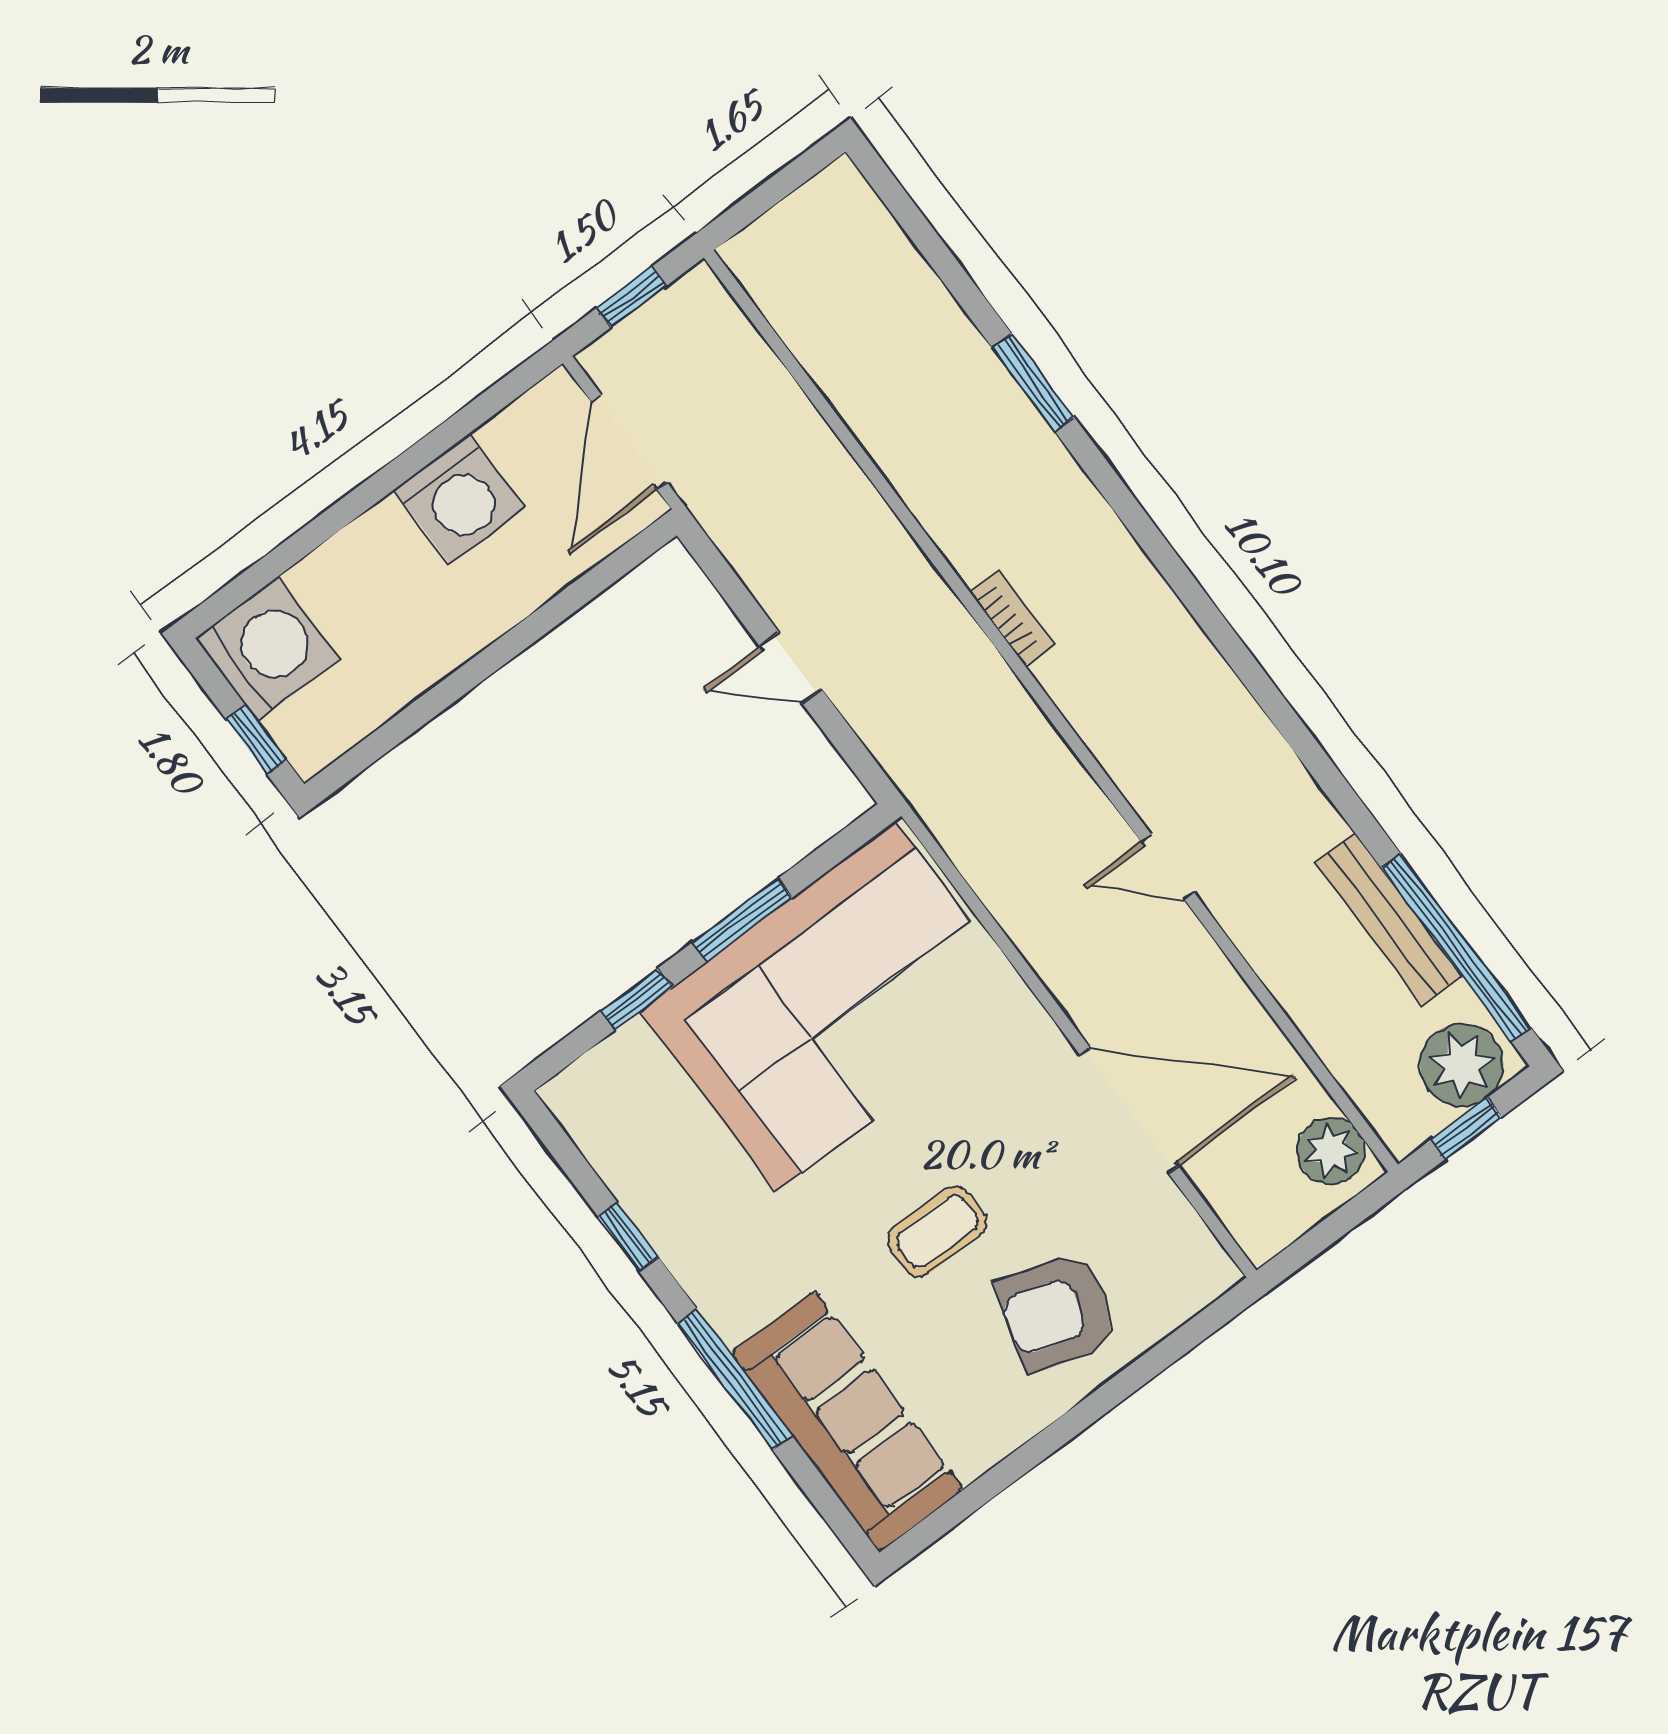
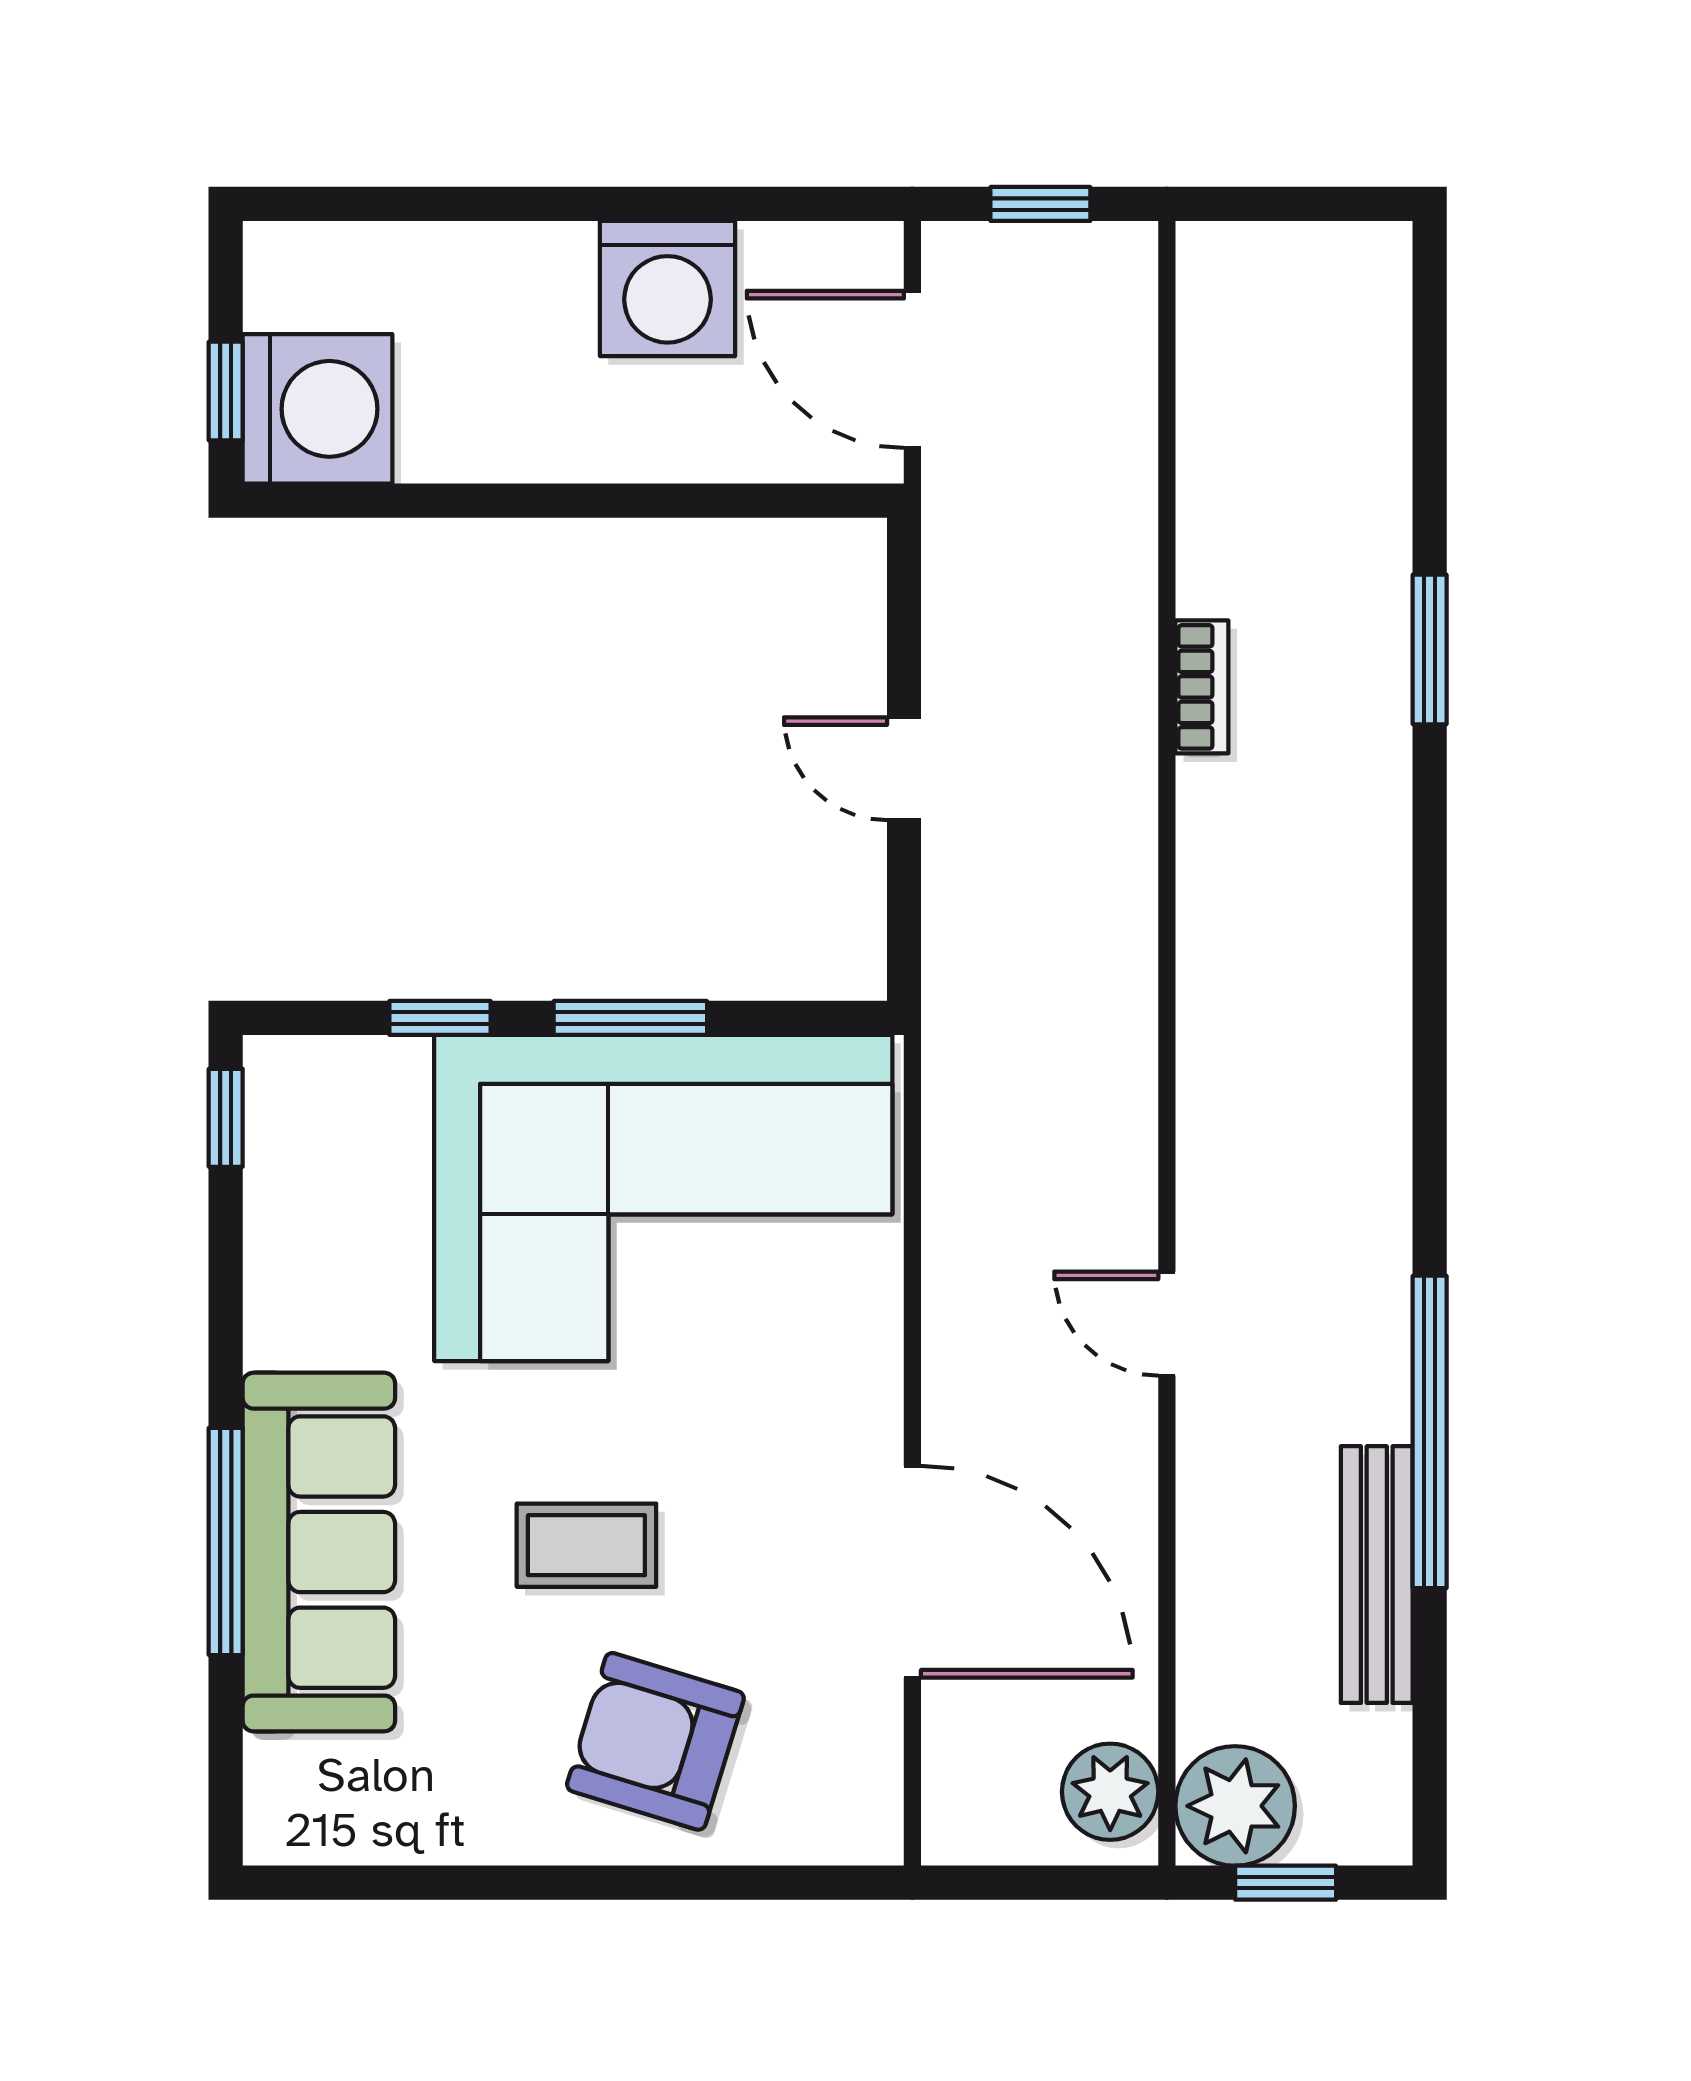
door: (629, 442) -> (912, 369), hinge flipped
bookcase: (1012, 618) -> (1202, 687), moved
washing machine: (268, 649) -> (317, 409), moved
window: (1456, 948) -> (1430, 1432), moved
plant: (1462, 1065) -> (1235, 1806), moved
window: (628, 1237) -> (226, 1118), moved
sofa: (847, 1421) -> (319, 1552), moved

